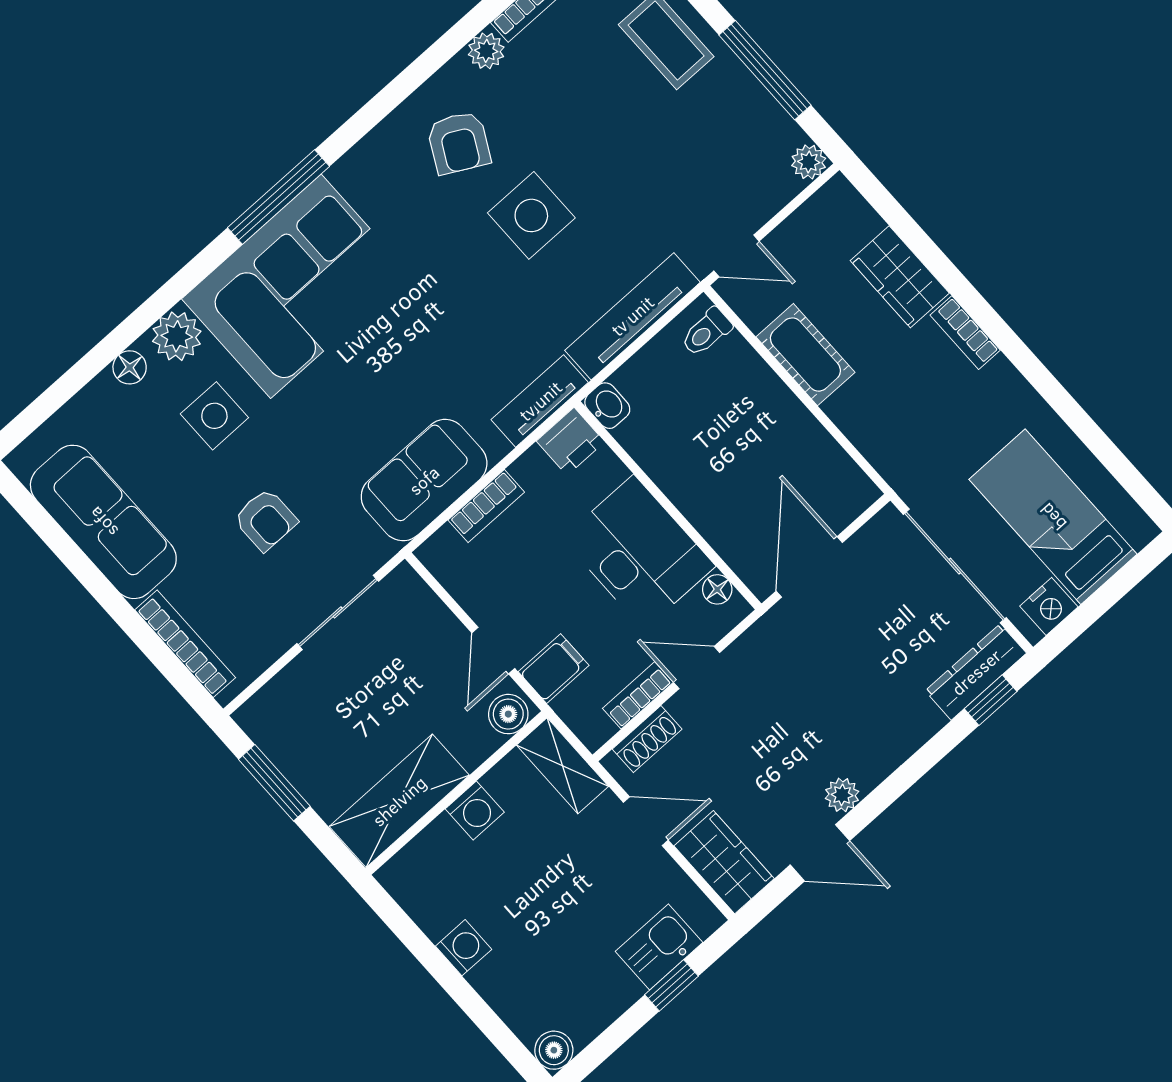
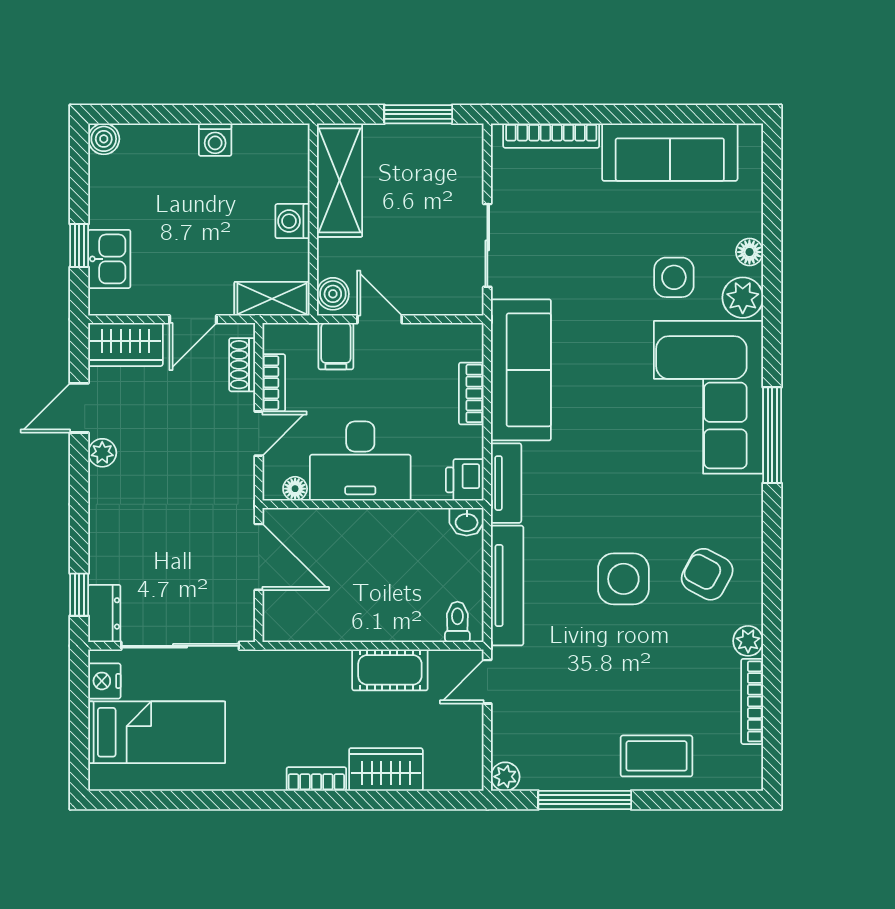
sofa: (424, 480) -> (521, 370), width x1.36
armchair: (265, 520) -> (583, 252), removed
dresser: (976, 672) -> (104, 613), width x0.70

